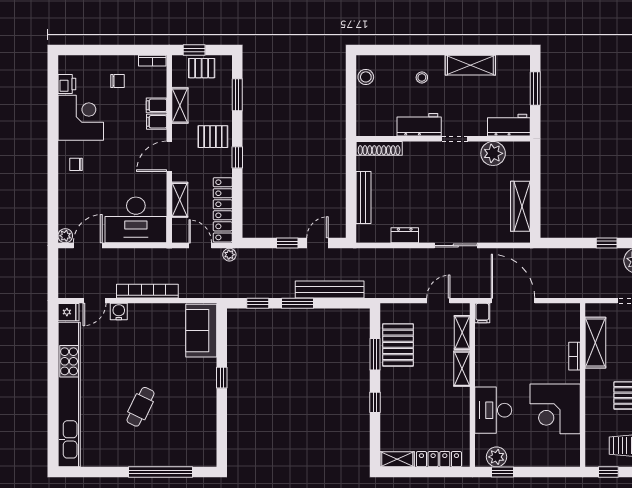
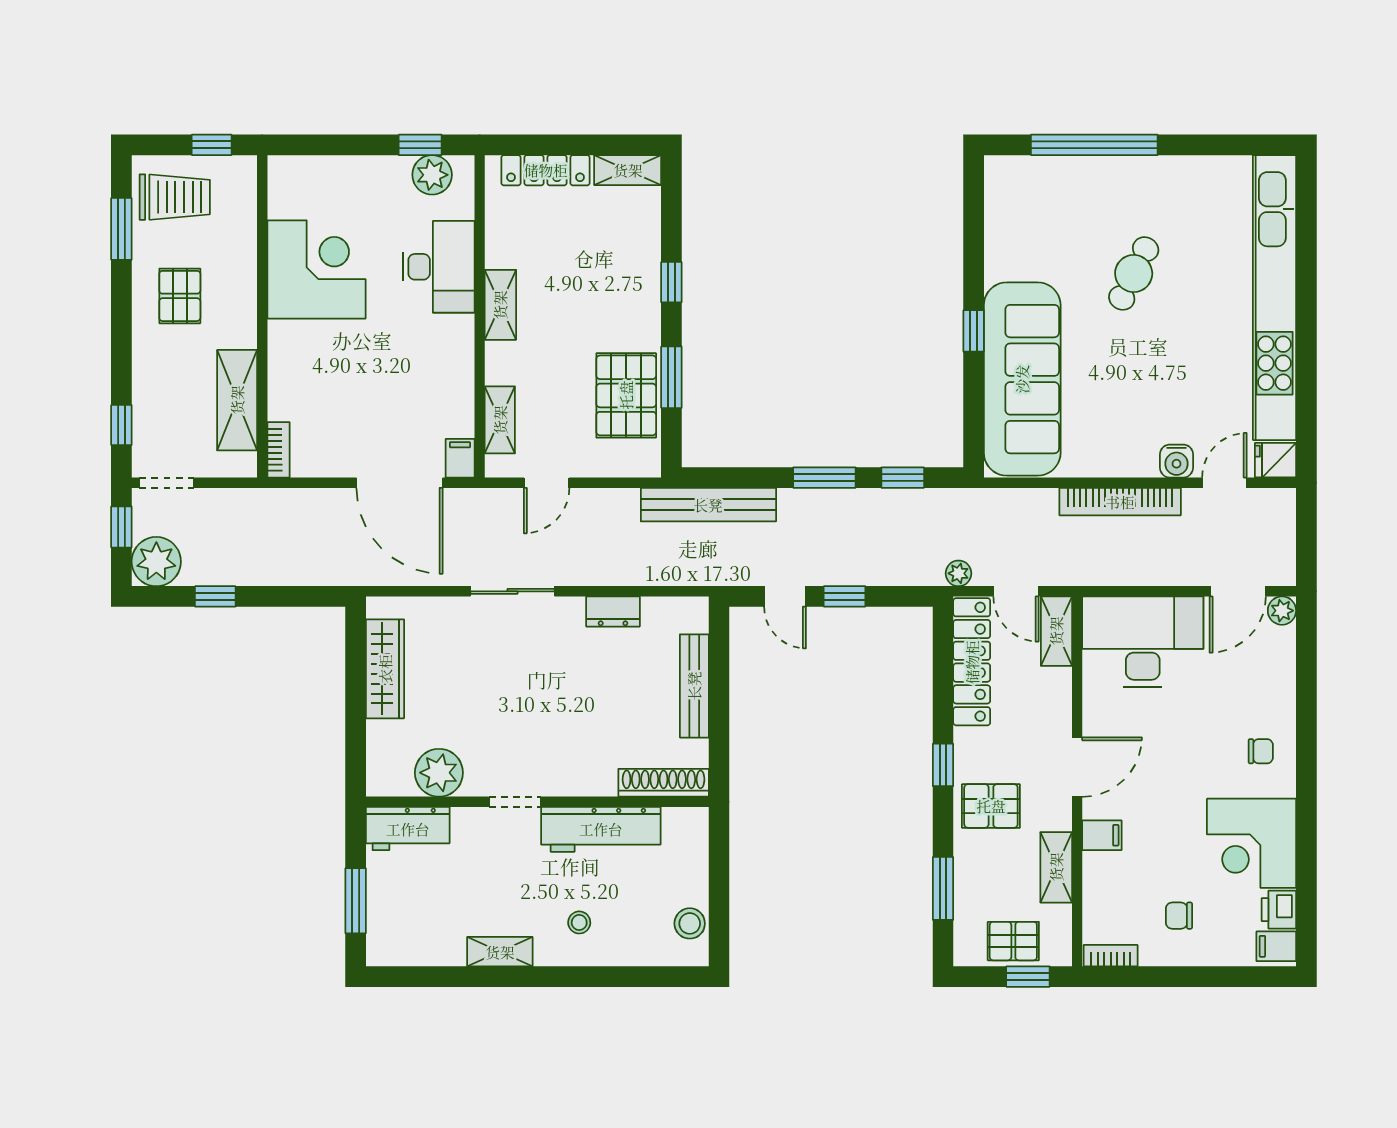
shelving: (470, 65) -> (500, 952), width x0.67, depth x0.75
filing cabinet: (157, 105) -> (1276, 946), moved, turned 180
workbench: (419, 125) -> (601, 829), width x1.37
shelving: (180, 200) -> (1056, 631), moved
door: (317, 243) -> (785, 596), hinge flipped
bench: (330, 290) -> (708, 505), moved
sofa: (201, 331) -> (1022, 379), width x1.85, depth x1.27
bookcase: (574, 356) -> (278, 450), moved
shelving: (462, 369) -> (500, 305), moved

